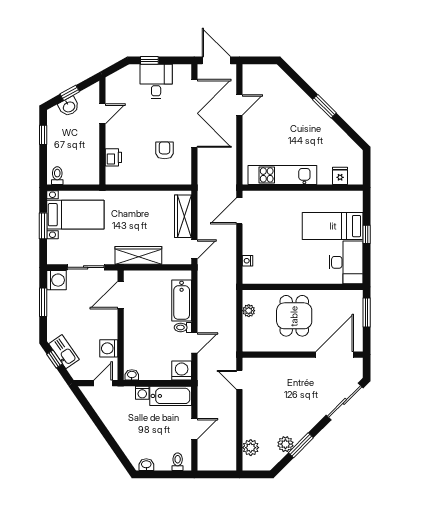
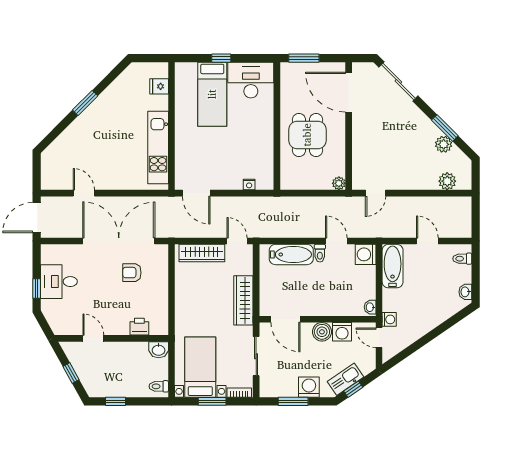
washbasin: (69, 107) -> (159, 350), moved, turned 119
double door: (194, 113) -> (119, 241), moved
bookcase: (51, 251) -> (239, 393), added
washing machine: (56, 280) -> (309, 387), moved
plant: (249, 311) -> (339, 183), moved
dining table: (294, 316) -> (307, 135), turned 90
boiler: (109, 329) -> (322, 332), added
washing machine: (142, 393) -> (389, 319), moved

